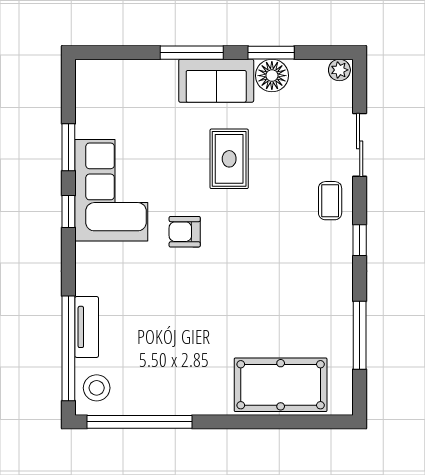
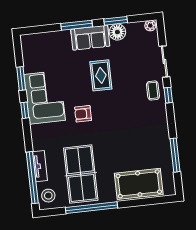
window: (360, 240) -> (168, 95), moved
table tennis table: (167, 352) -> (81, 174), added
window: (139, 422) -> (91, 208), moved

